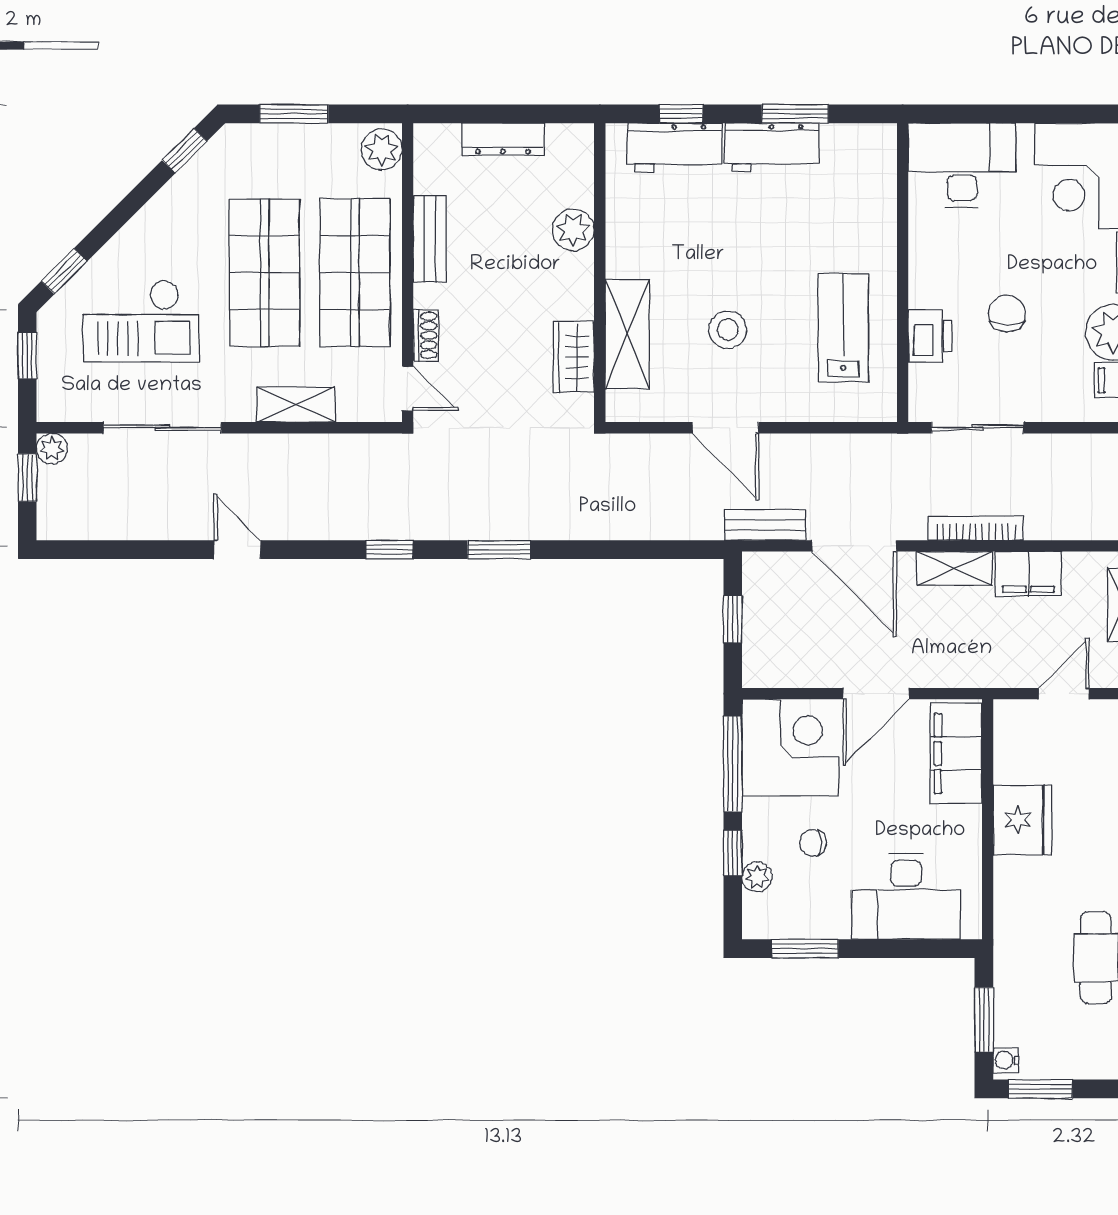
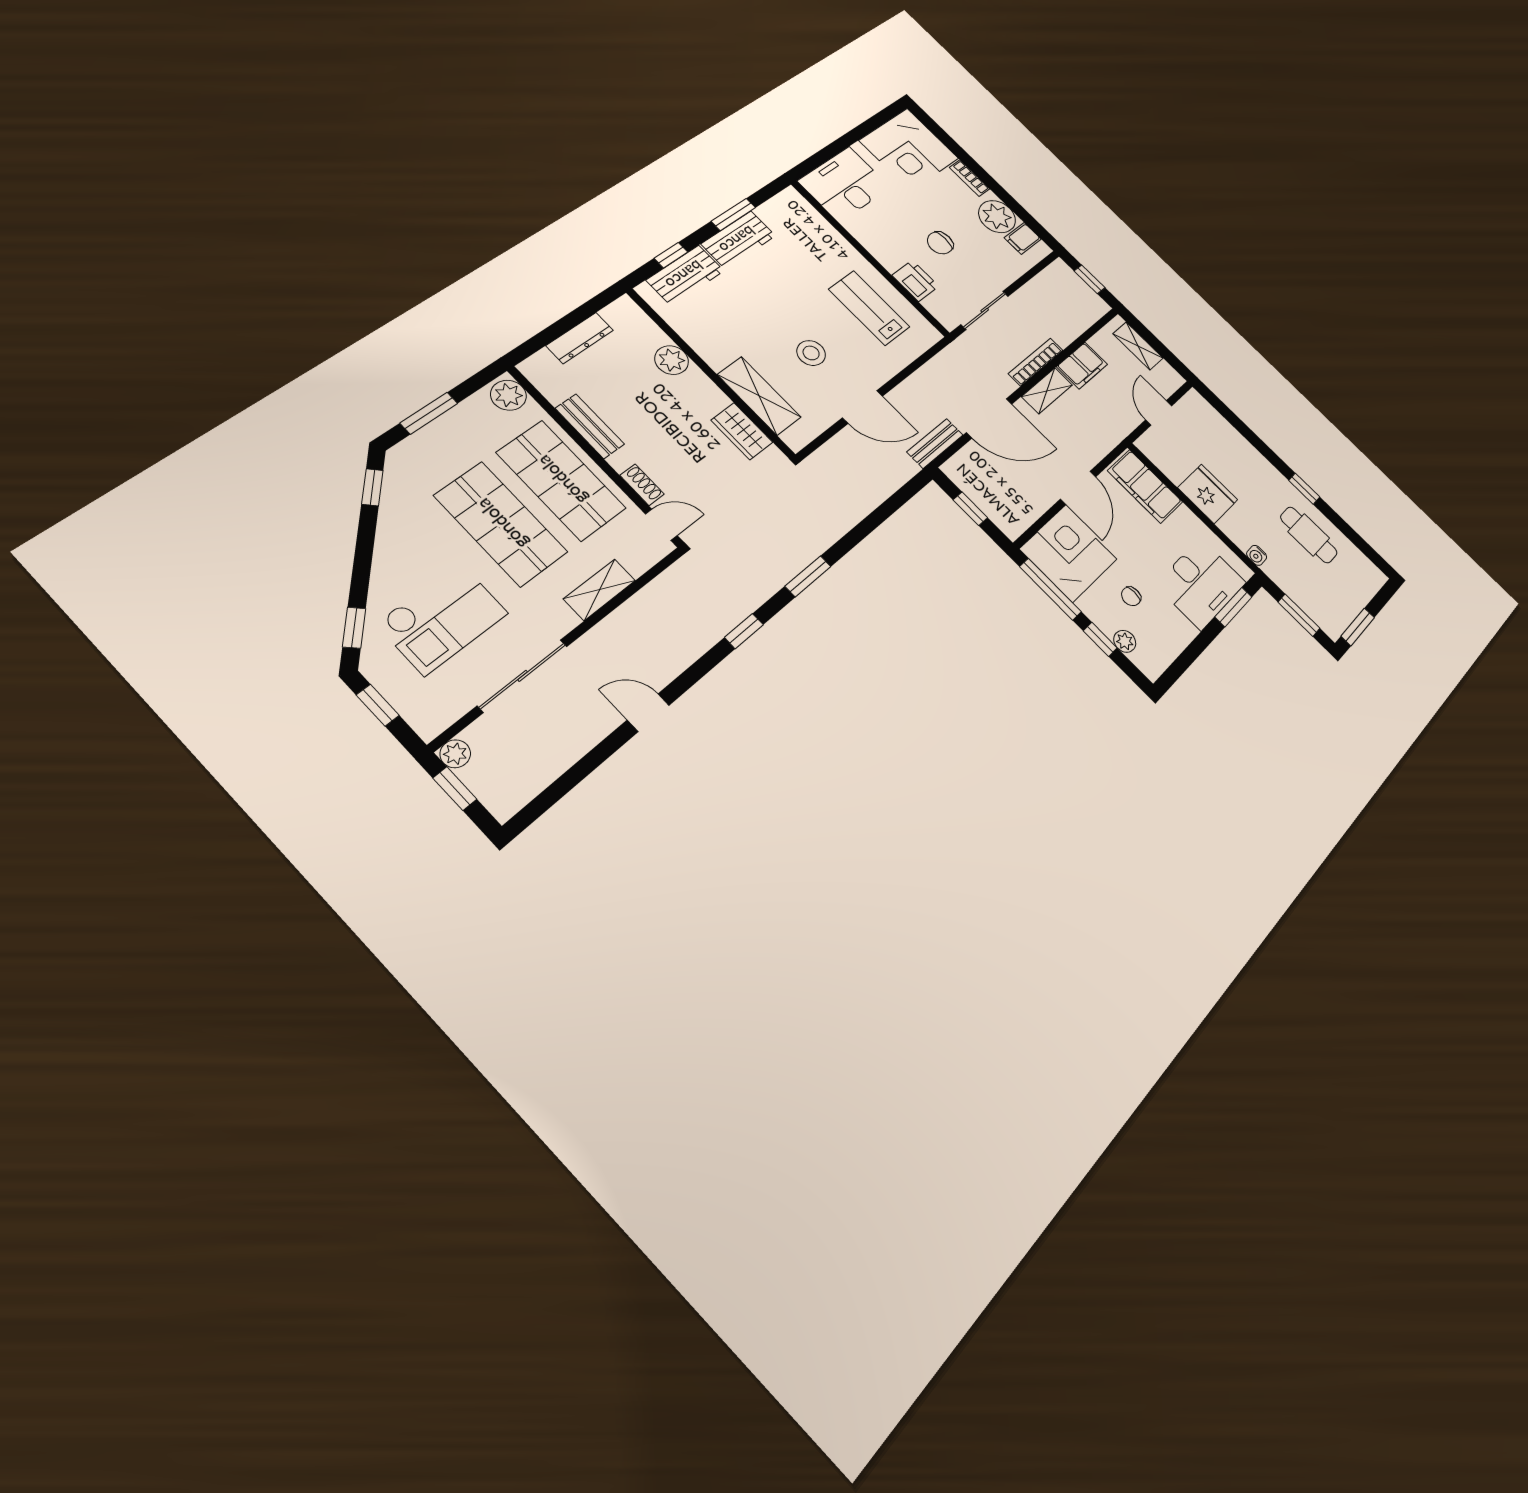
chair: (1007, 314) -> (940, 243), turned -90
window: (805, 949) -> (1233, 607), moved
water cooler: (1006, 1060) -> (1257, 555), moved

